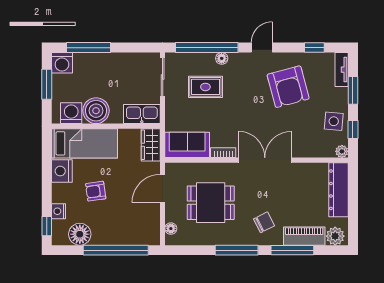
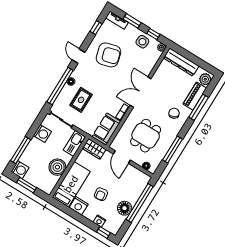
washing machine: (71, 113) -> (42, 133), moved, turned 180
floor lamp: (80, 234) -> (125, 208), moved
window: (237, 250) -> (172, 150), moved

